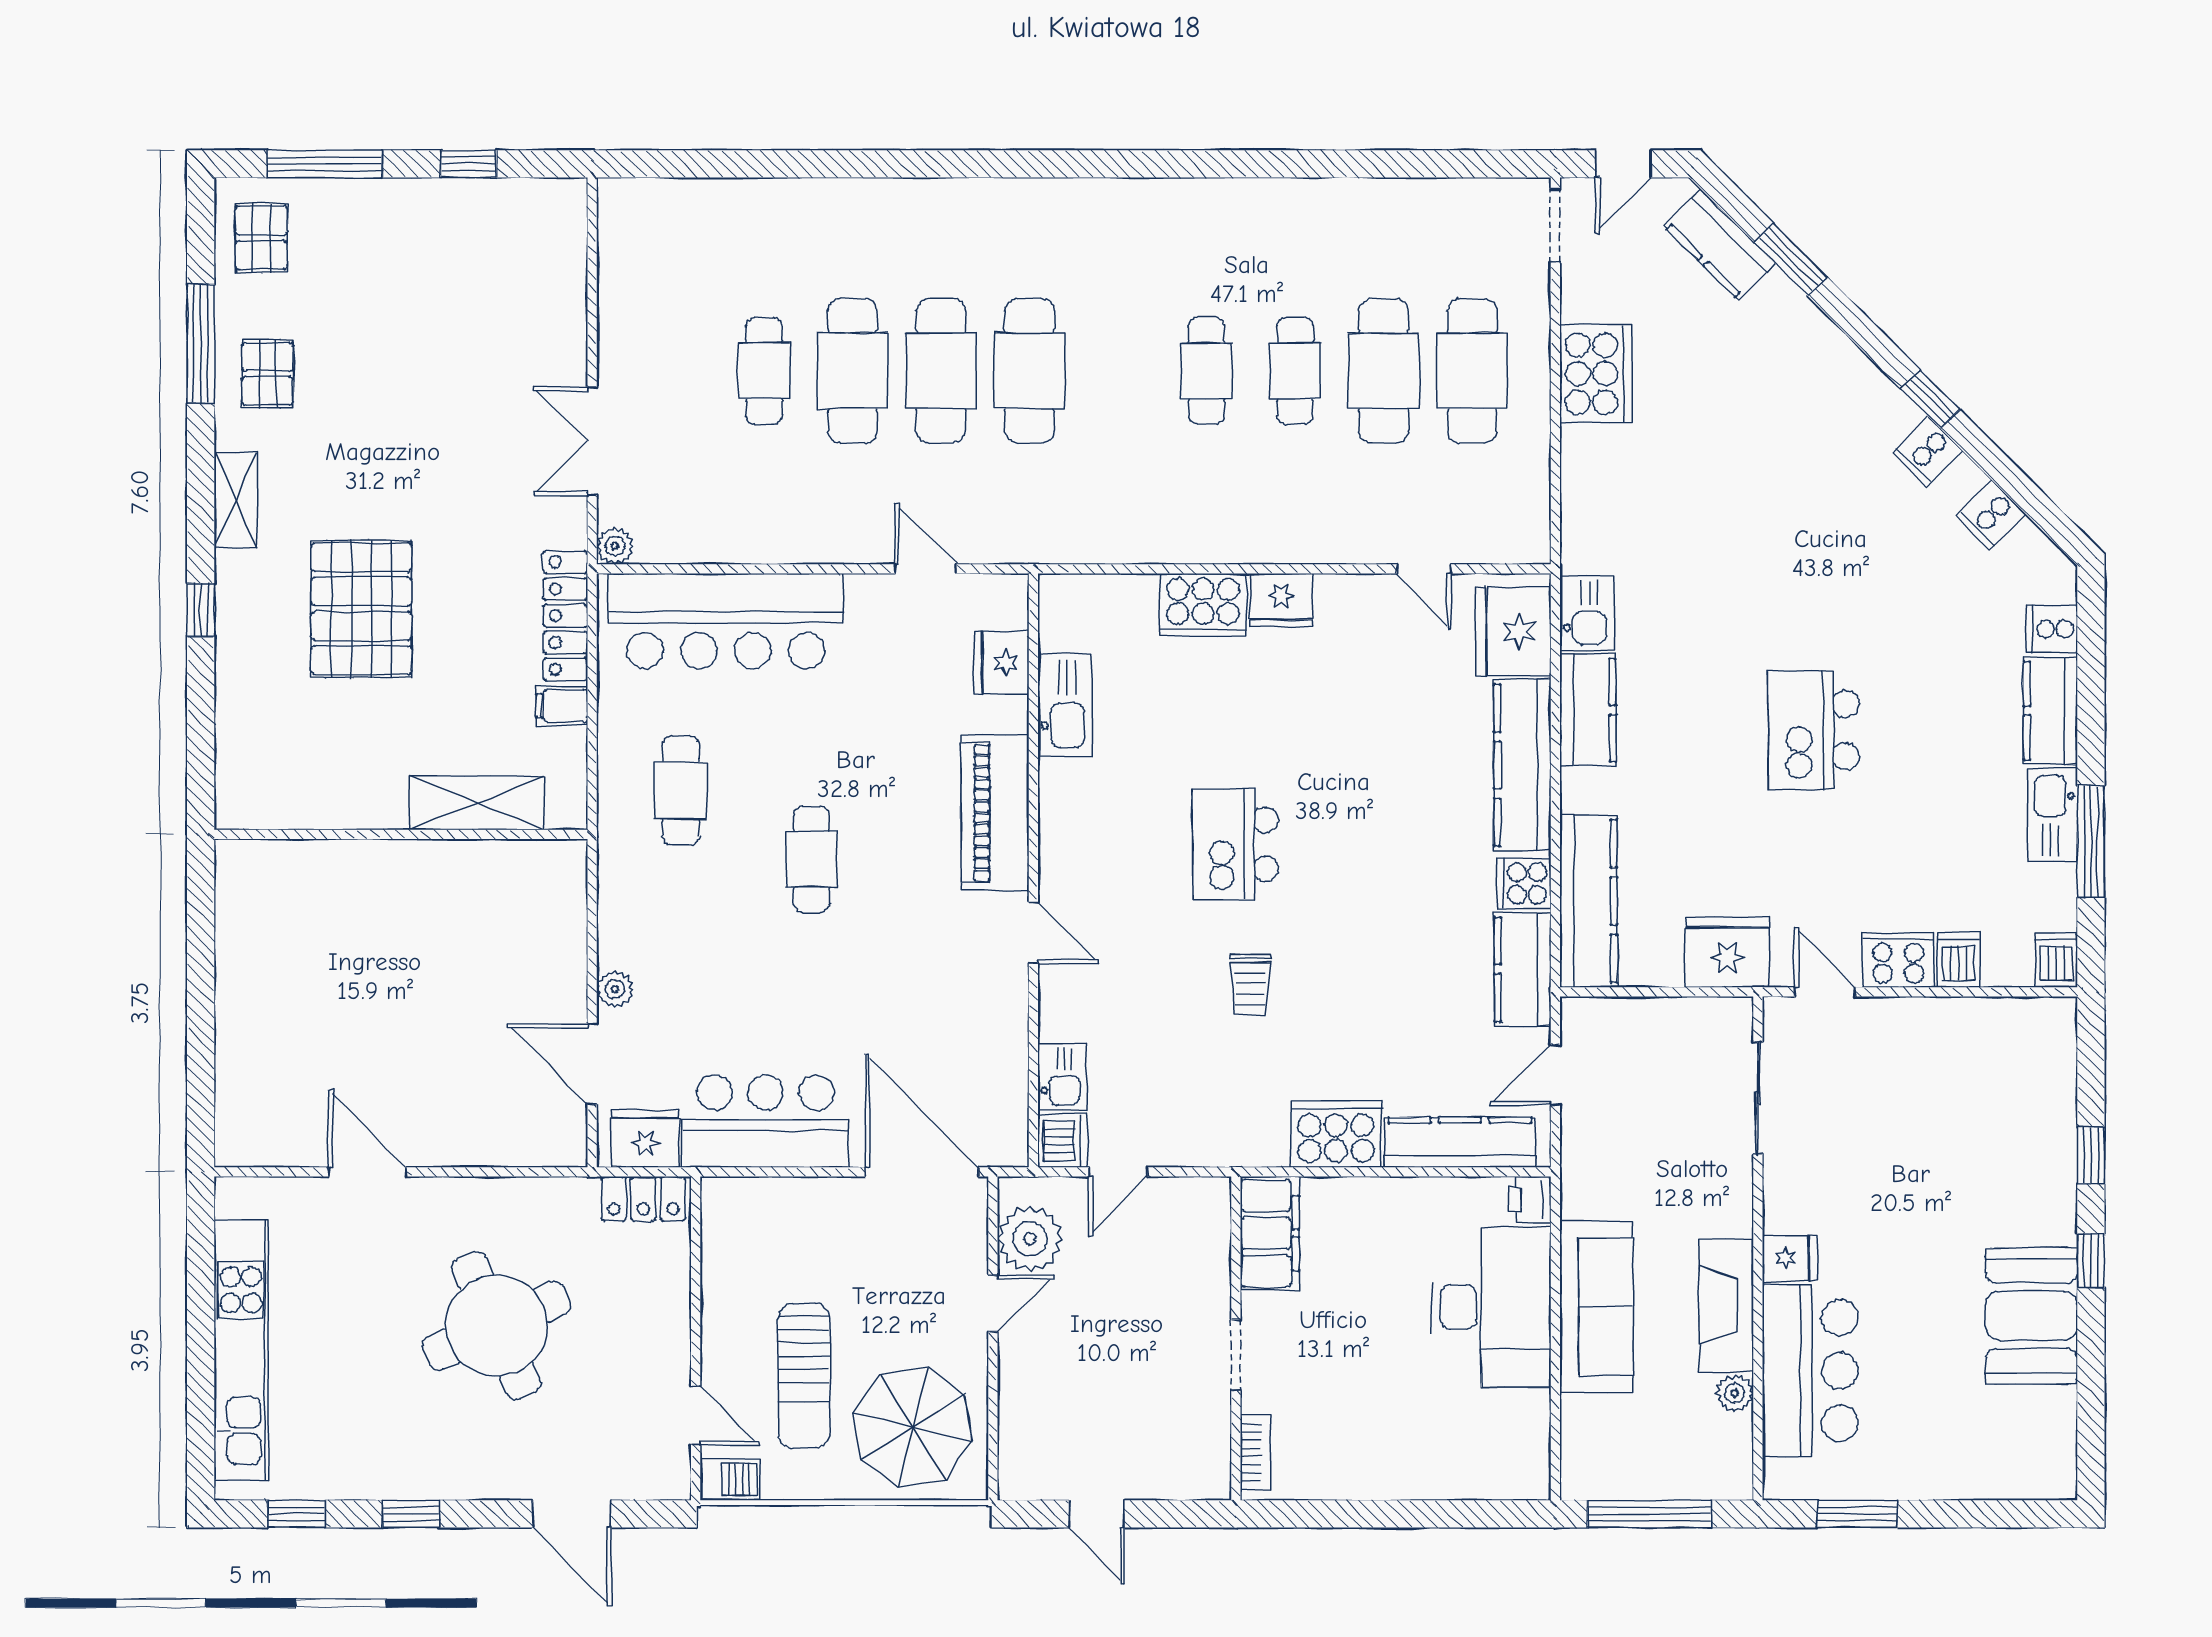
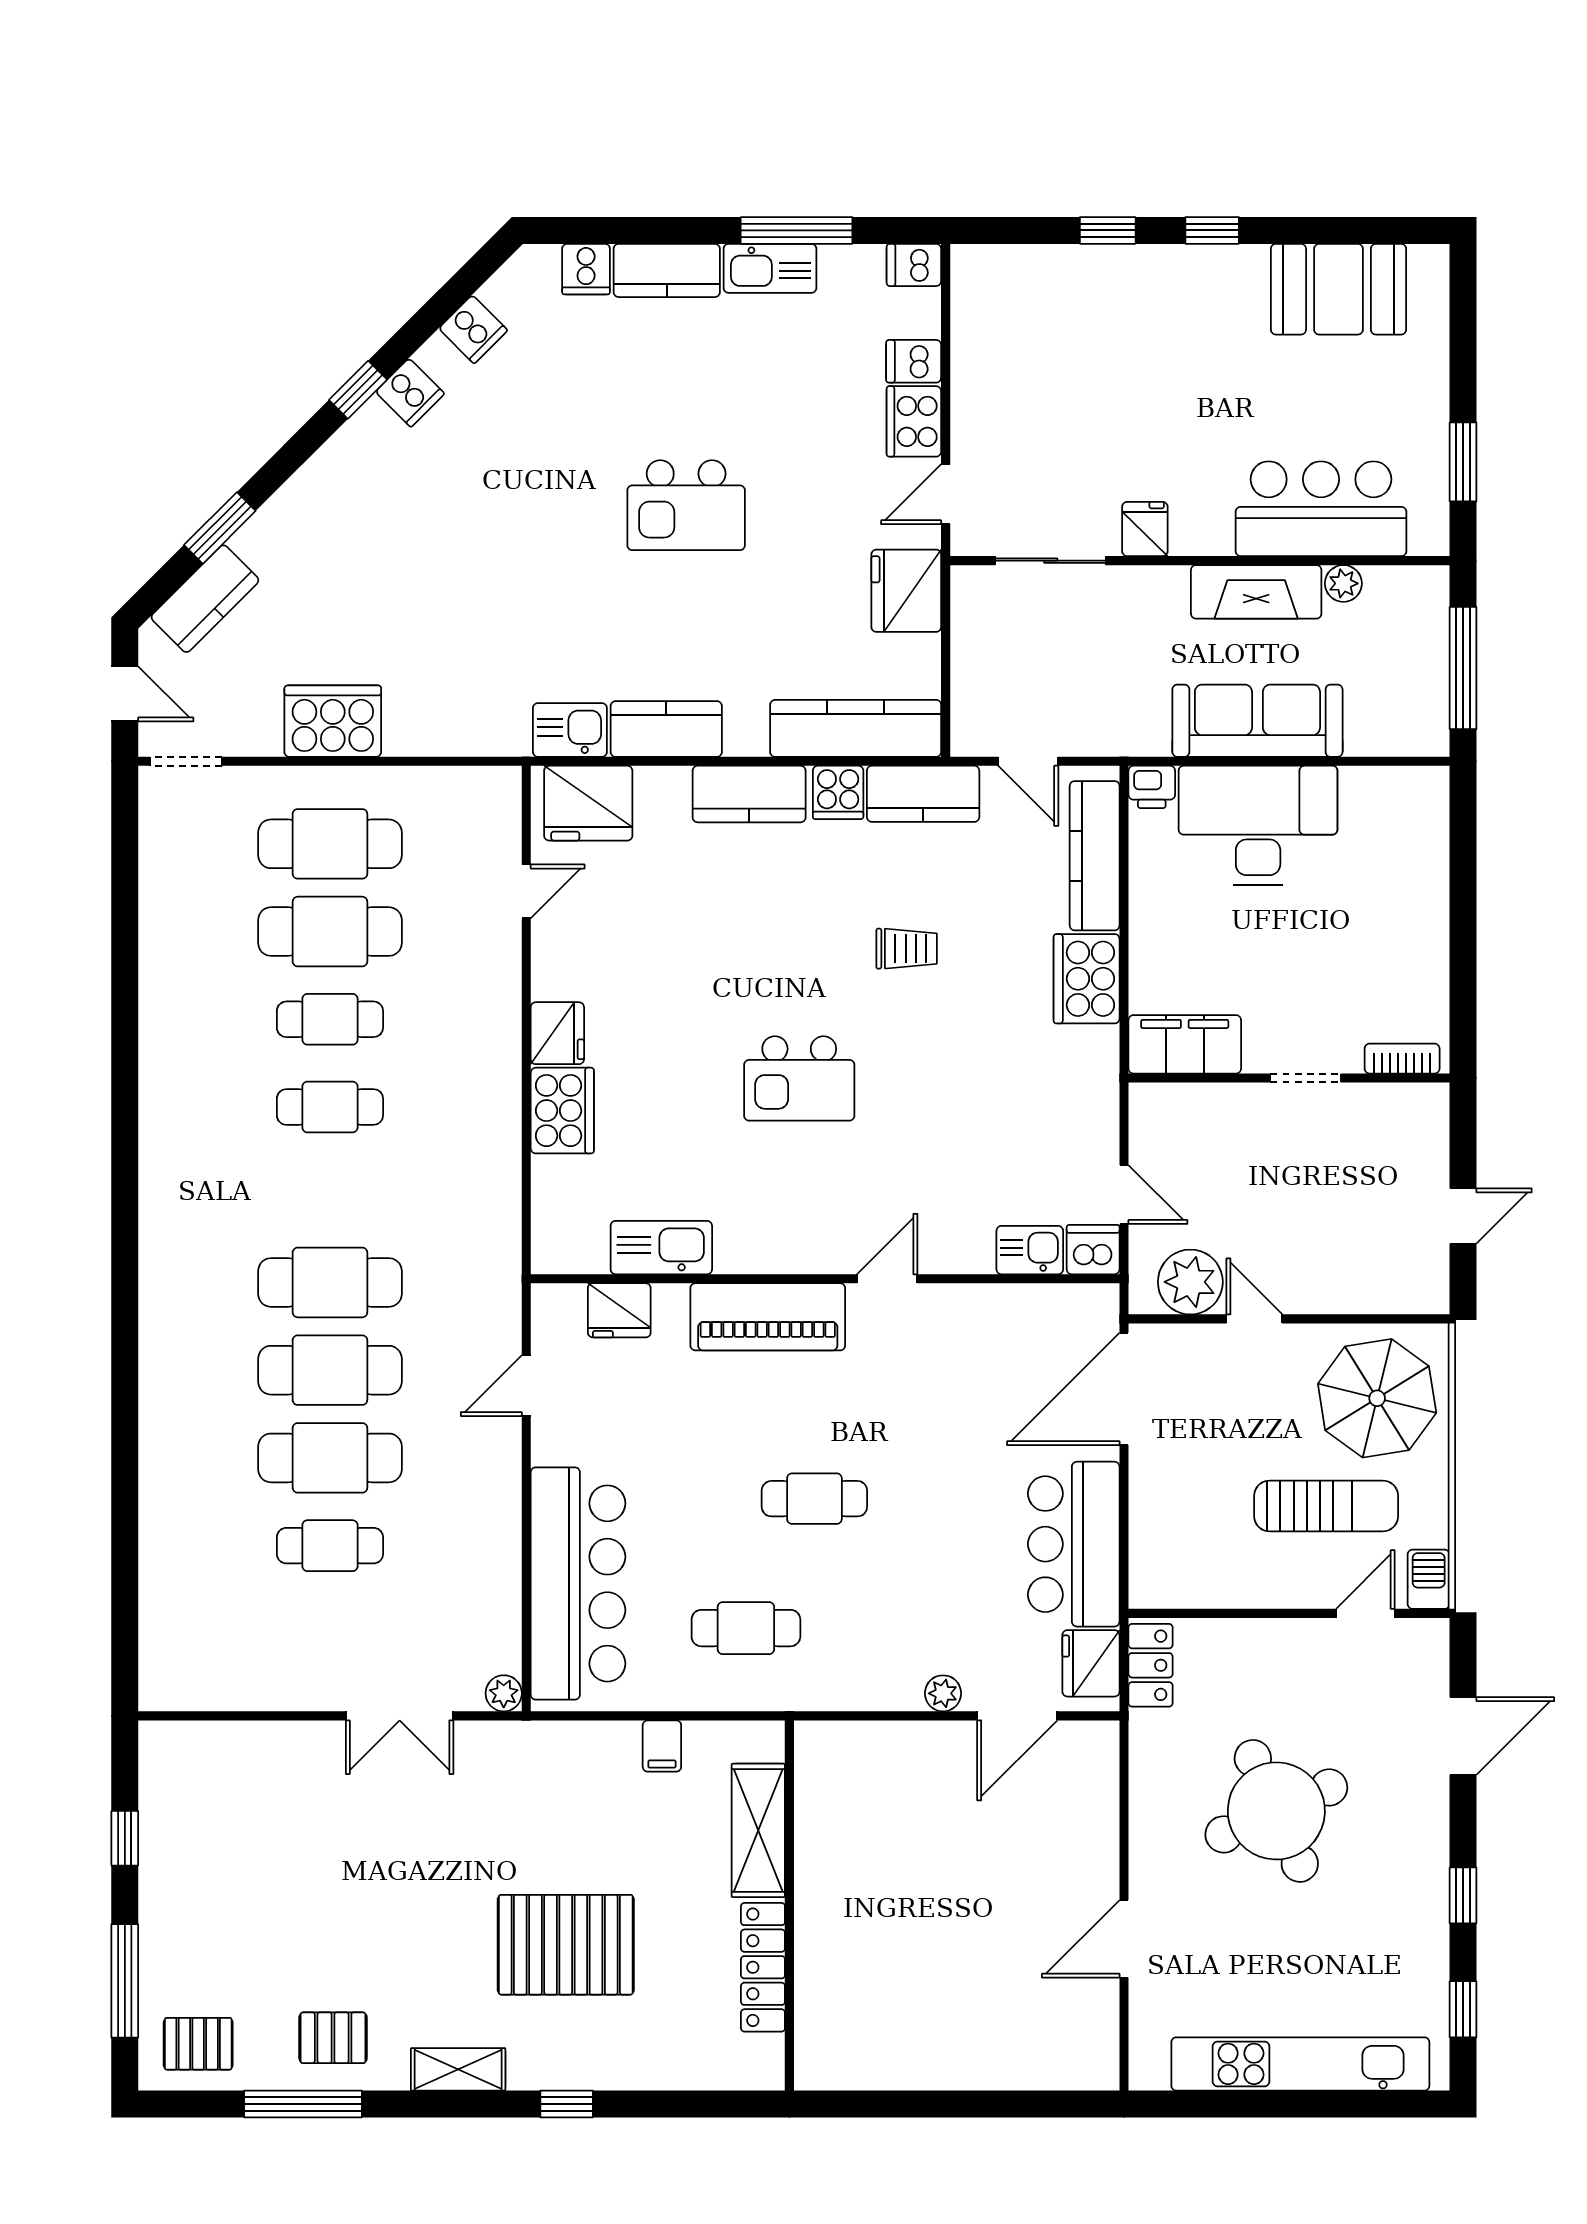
locker: (566, 616) -> (763, 1967), moved, turned 90
kitchen counter: (1522, 765) -> (749, 794), width x0.67
trolley: (1250, 985) -> (907, 949), moved
fridge: (1790, 1258) -> (1145, 529), moved
booth: (2032, 1316) -> (1338, 289), moved

